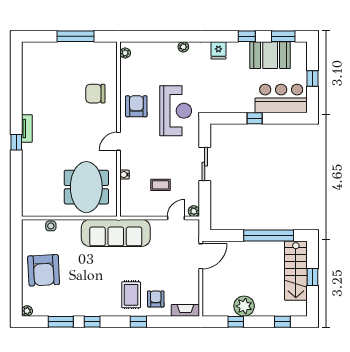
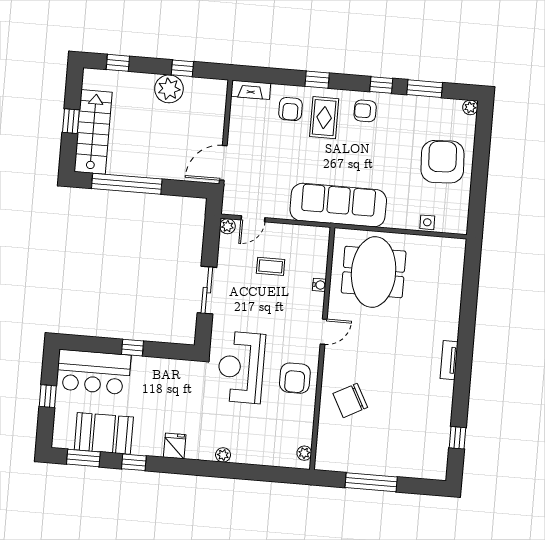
chair: (95, 94) -> (350, 400), turned 152
window: (16, 142) -> (457, 438), moved
armchair: (102, 302) -> (365, 111), added

